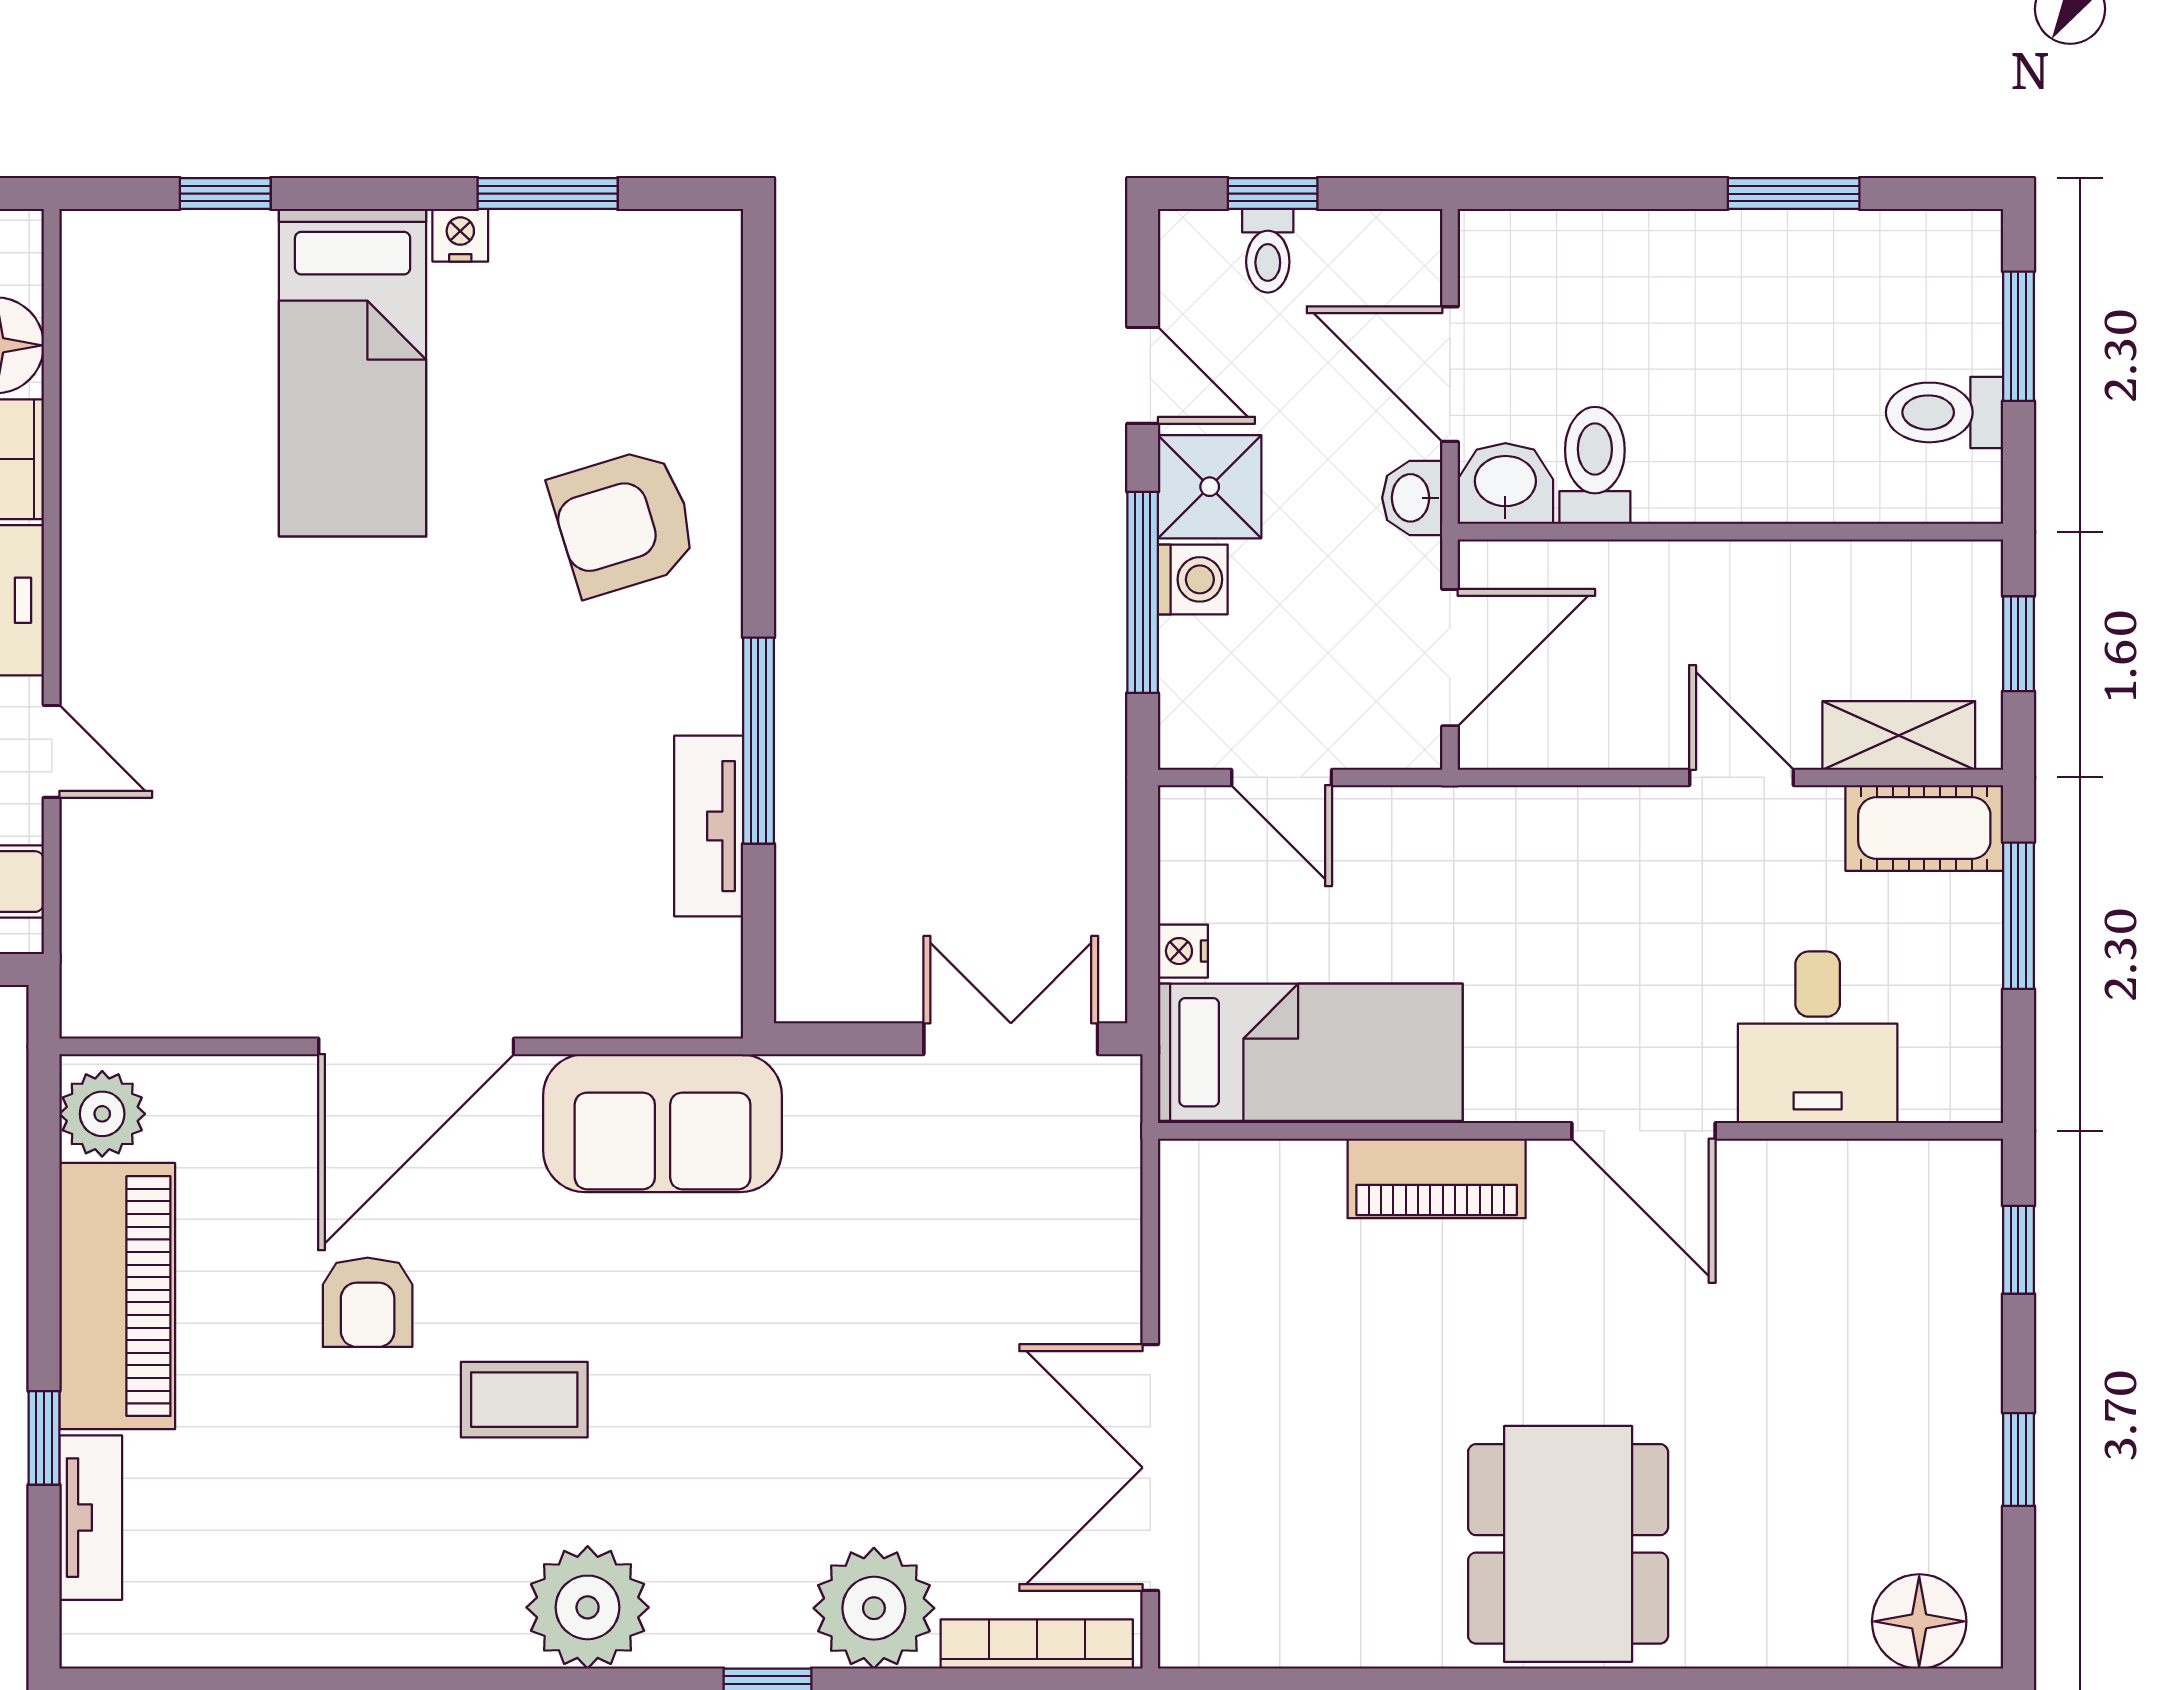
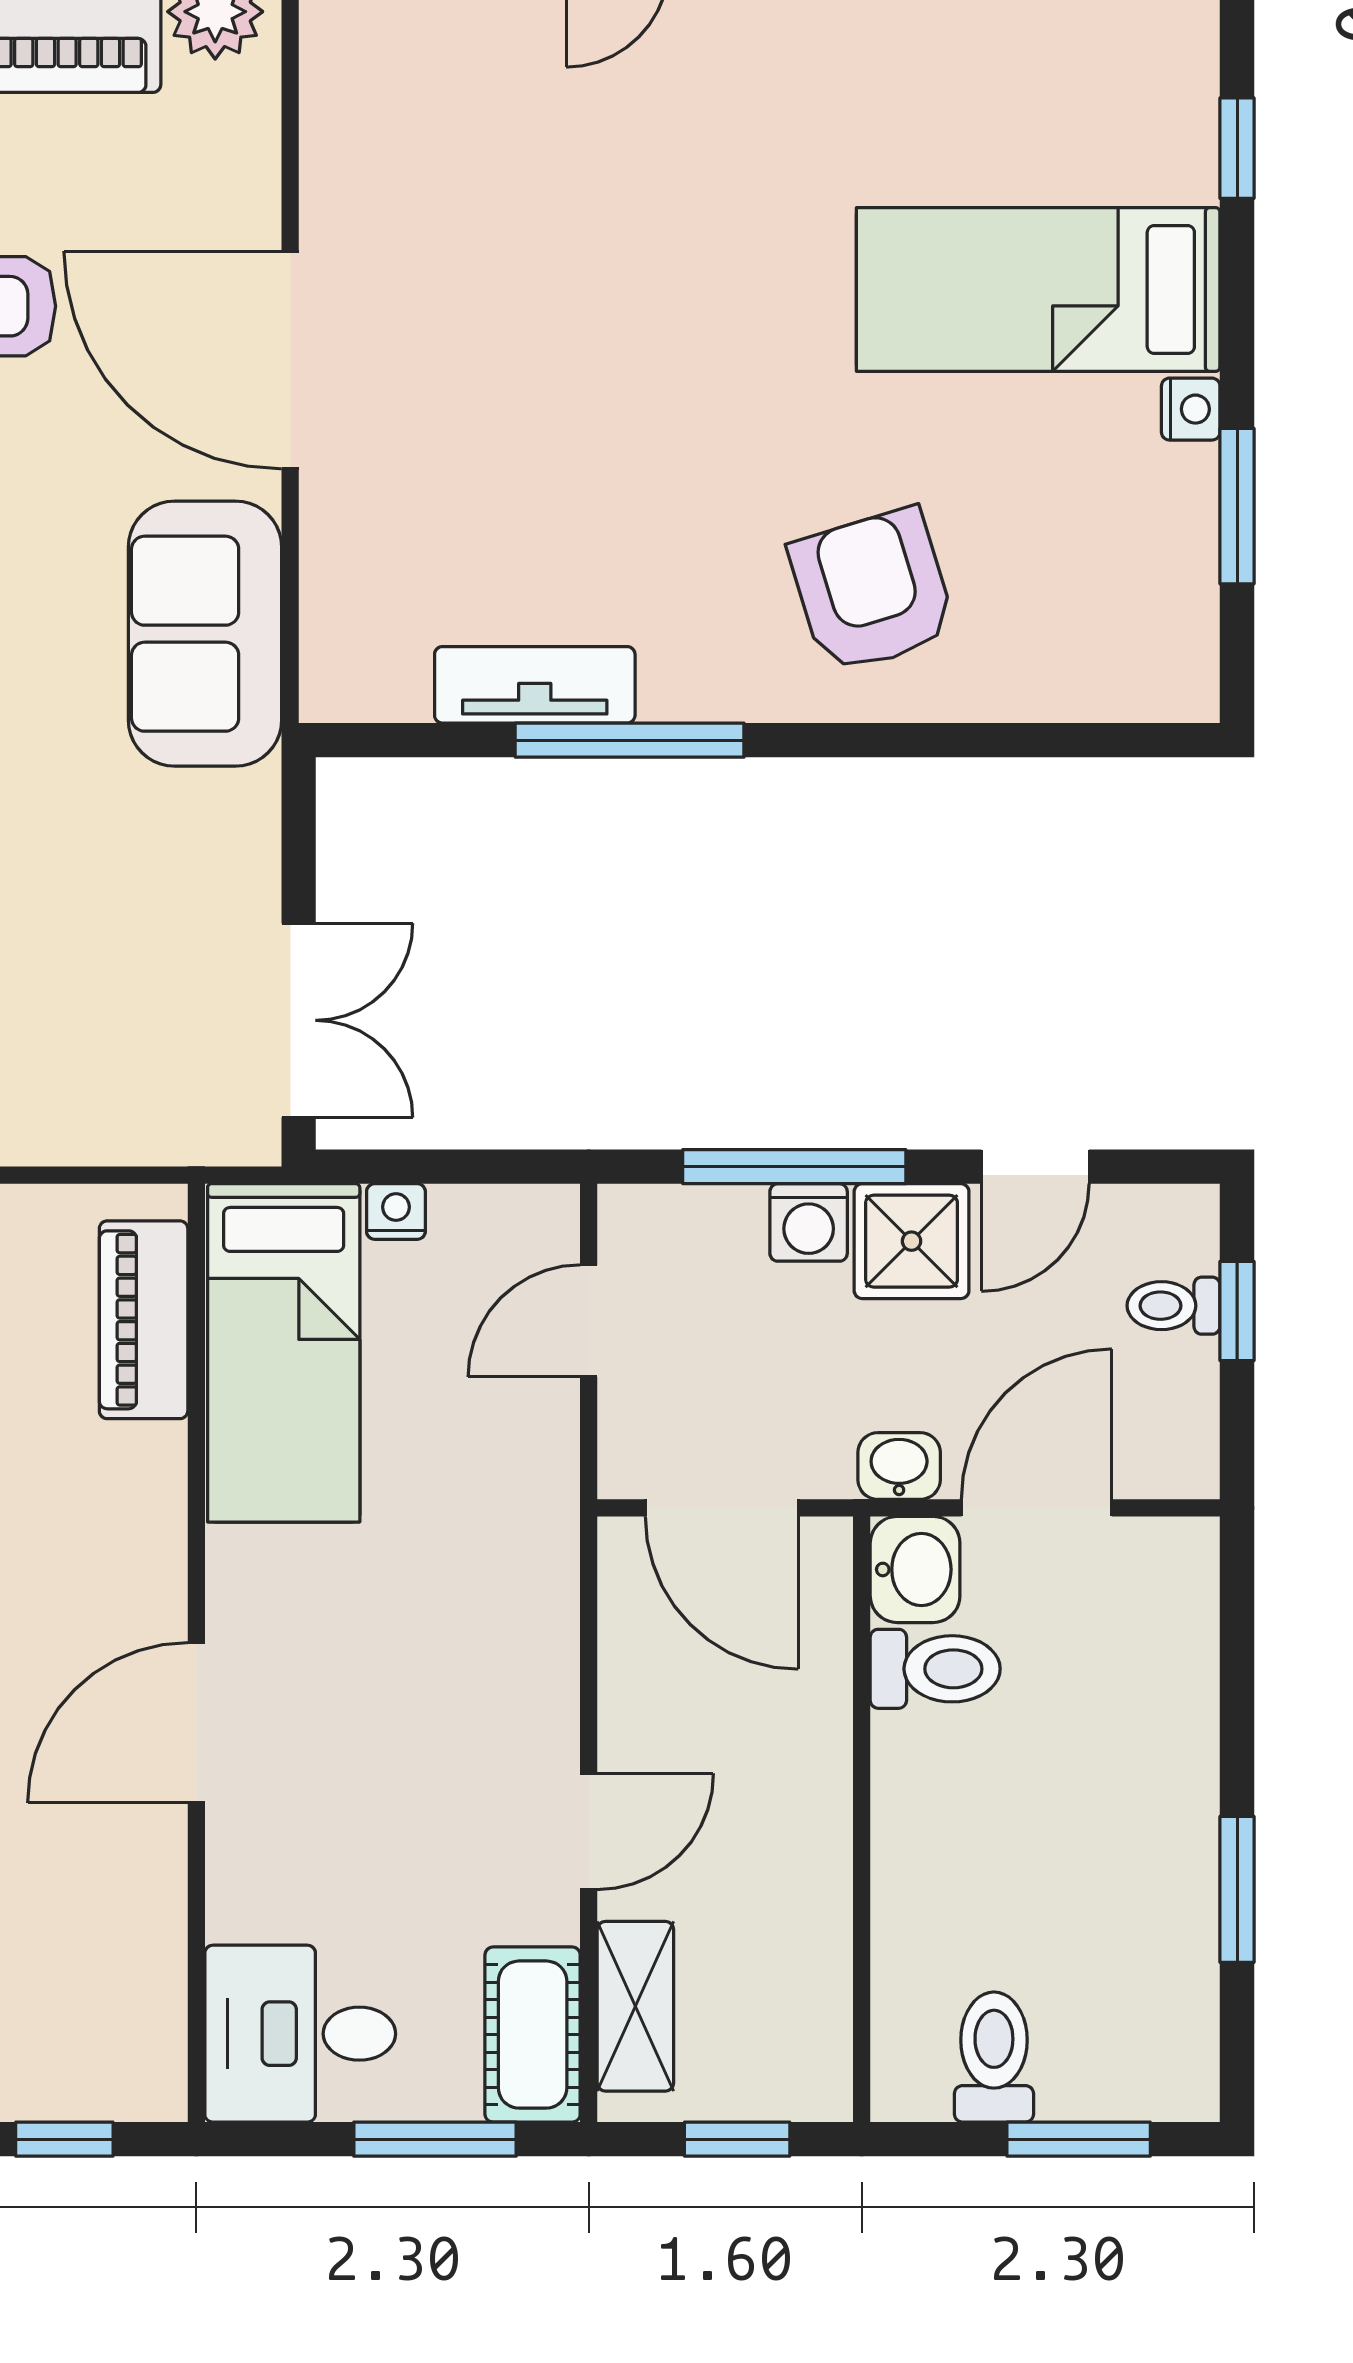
desk: (1818, 1037) -> (300, 2034), moved
piano: (1437, 1178) -> (144, 1320), moved

